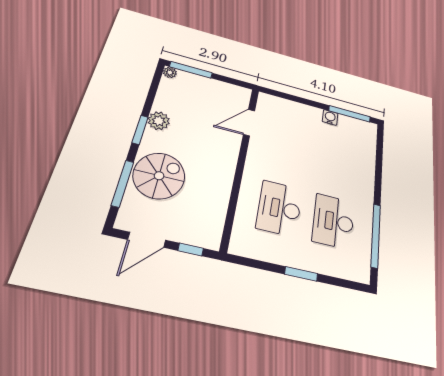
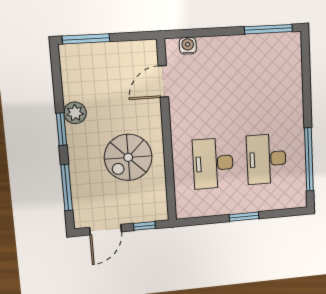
plant: (170, 72) -> (66, 51), removed
water cooler: (330, 117) -> (188, 46), moved
spiral stairs: (159, 176) -> (128, 157), moved, turned 180

